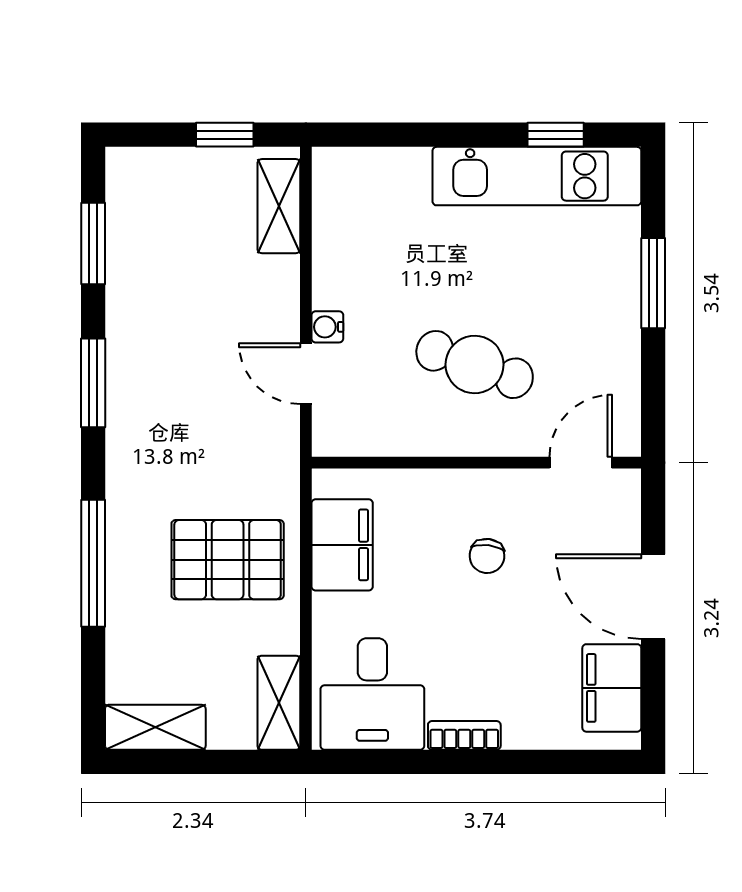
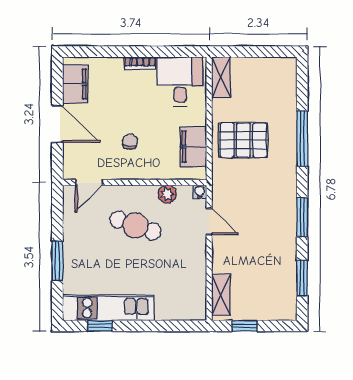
water cooler: (327, 327) -> (200, 192), moved, turned -90
plant: (402, 436) -> (167, 194), added
shelving: (155, 727) -> (275, 67), removed

